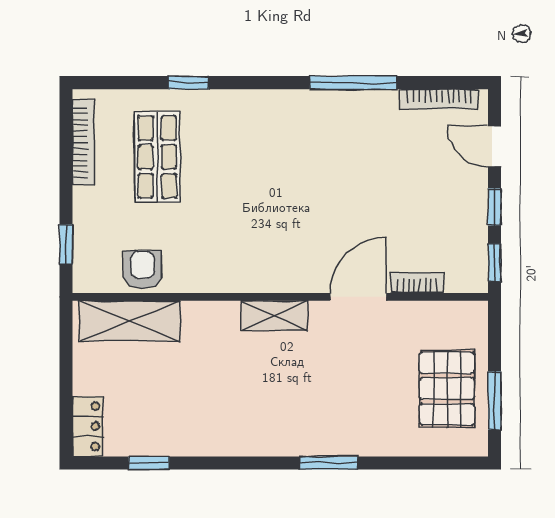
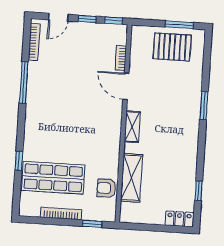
bookcase: (83, 142) -> (61, 214), moved
shop shelf: (157, 157) -> (53, 178), width x1.43, depth x1.36
shelving: (130, 321) -> (132, 178), moved

